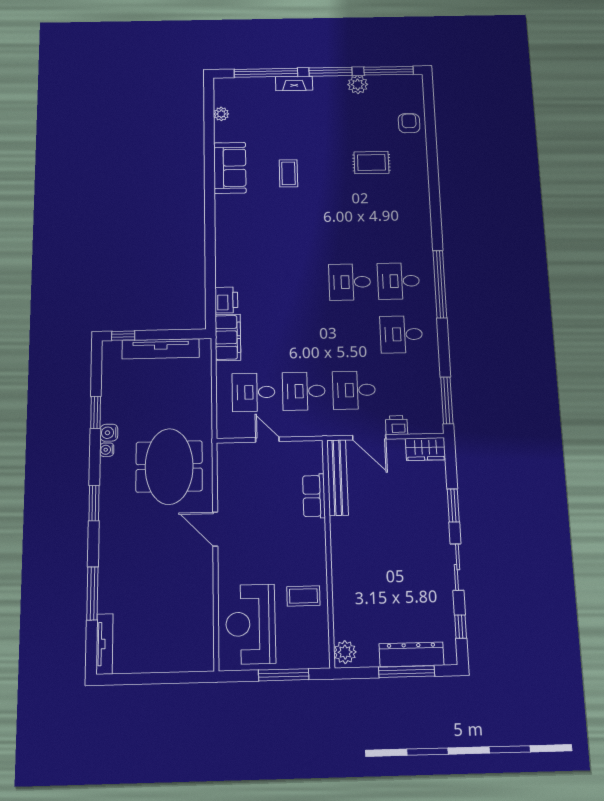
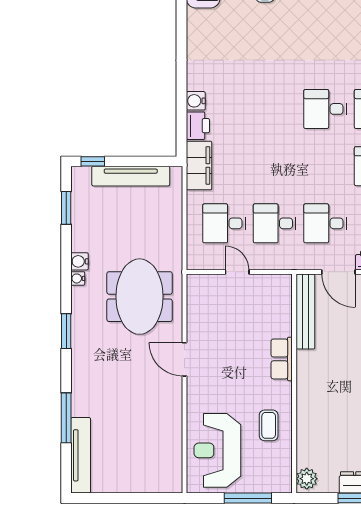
water cooler: (224, 277) -> (196, 101), added
window: (96, 412) -> (66, 208), moved
row of seats: (314, 496) -> (282, 359), moved
coffee table: (303, 596) -> (269, 425), turned 90
tv unit: (105, 644) -> (81, 455), width x1.36, depth x1.29

